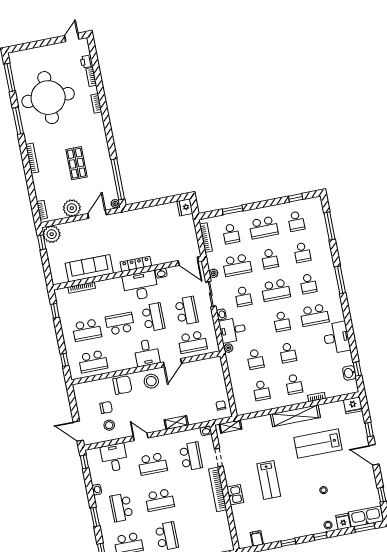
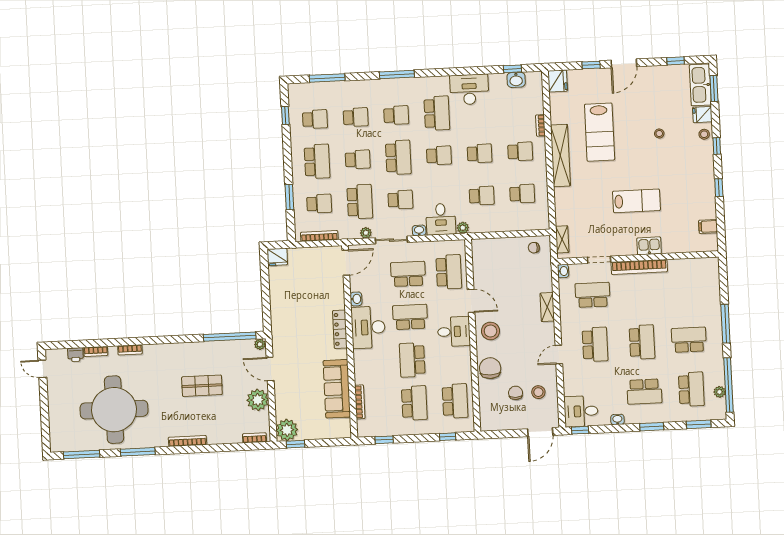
desk: (114, 458) -> (581, 411), moved

